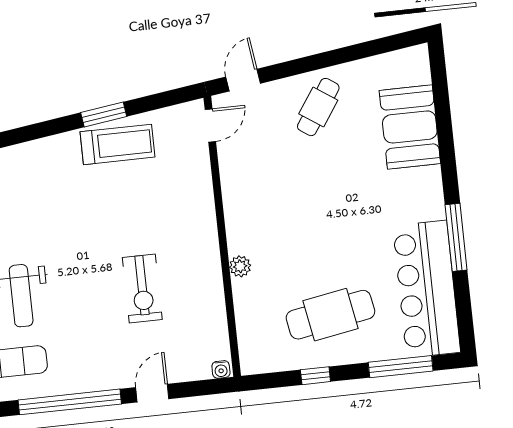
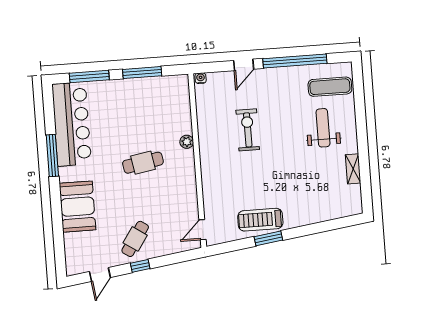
window: (309, 64) -> (140, 266), added
door: (243, 80) -> (100, 275), moved
booth: (410, 127) -> (77, 207), moved
cafe table: (330, 315) -> (143, 163), moved, width x0.73, depth x0.74
window: (315, 376) -> (142, 73), width x2.17

